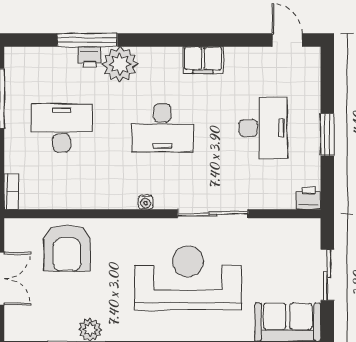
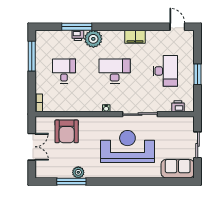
desk: (62, 128) -> (64, 71), width x0.73
desk: (162, 128) -> (115, 71), turned 180
printer: (308, 198) -> (178, 106), moved

